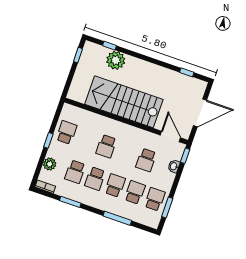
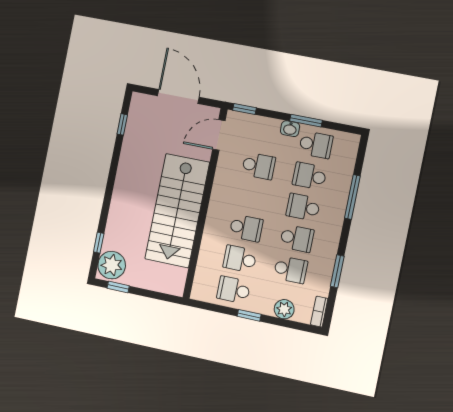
plant: (116, 60) -> (112, 265), moved
school desk: (86, 139) -> (240, 259), added
washbasin: (174, 166) -> (290, 129), moved
school desk: (155, 199) -> (316, 145), turned 180
window: (167, 207) -> (306, 121), moved

